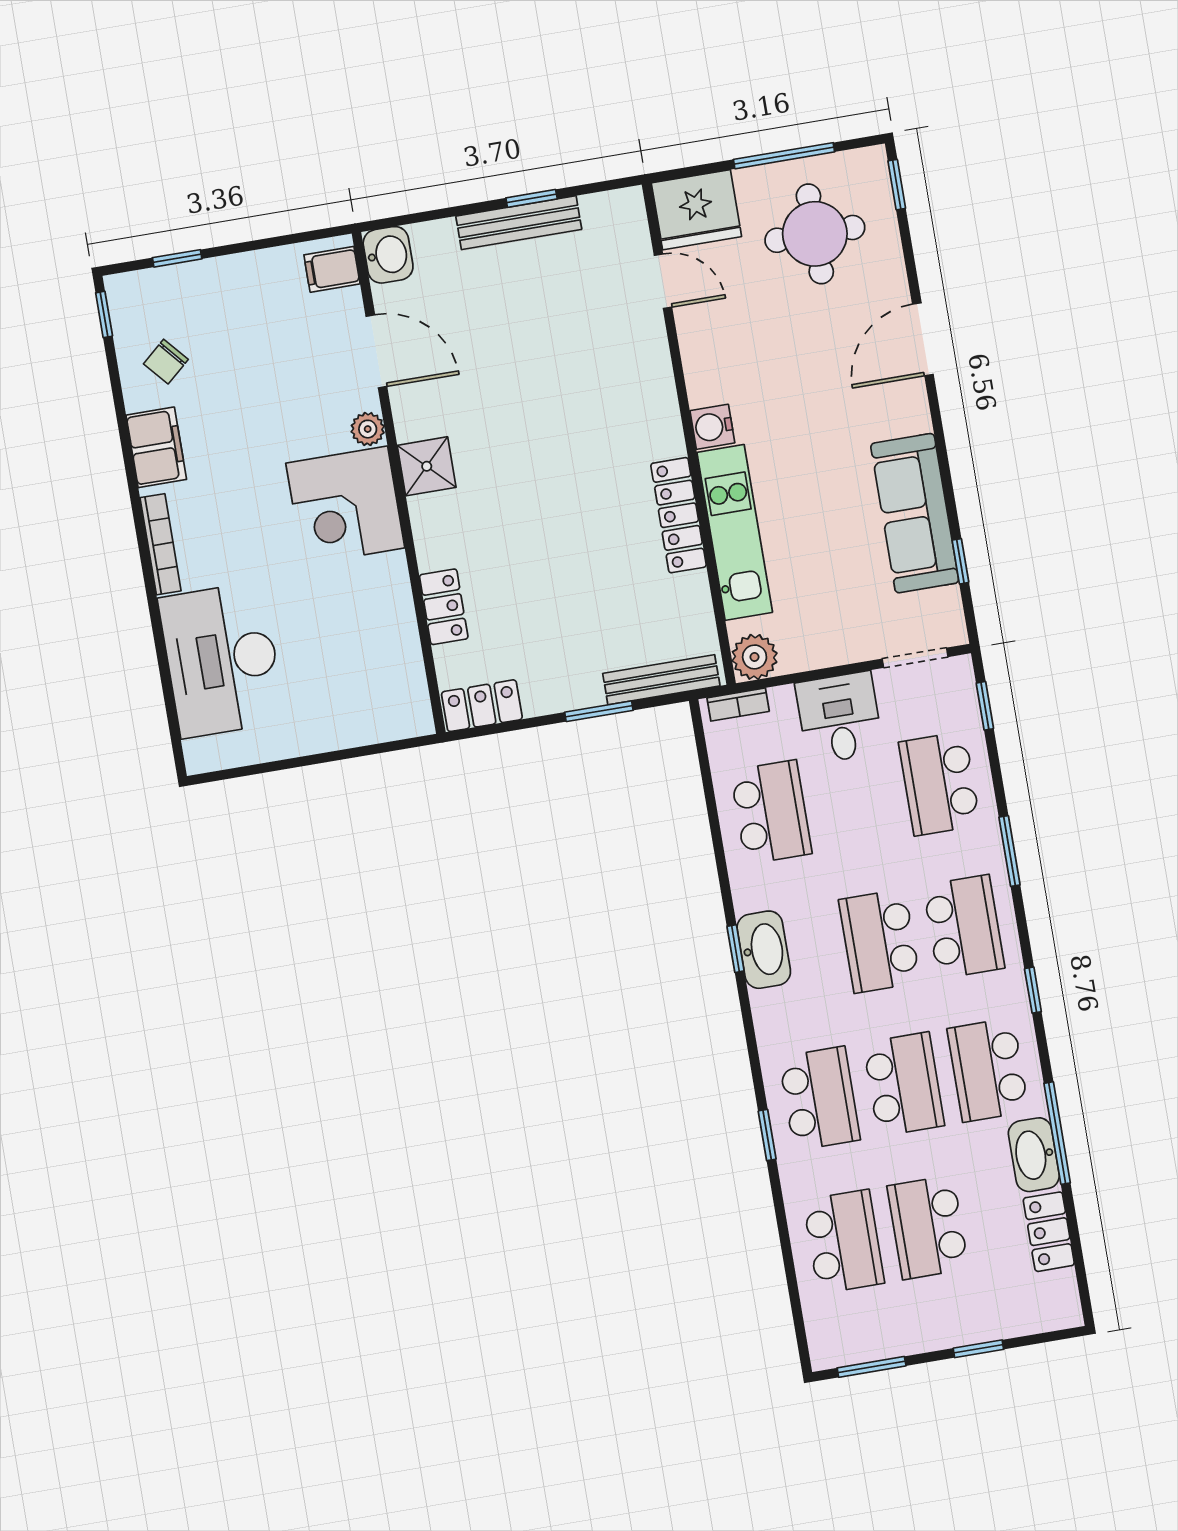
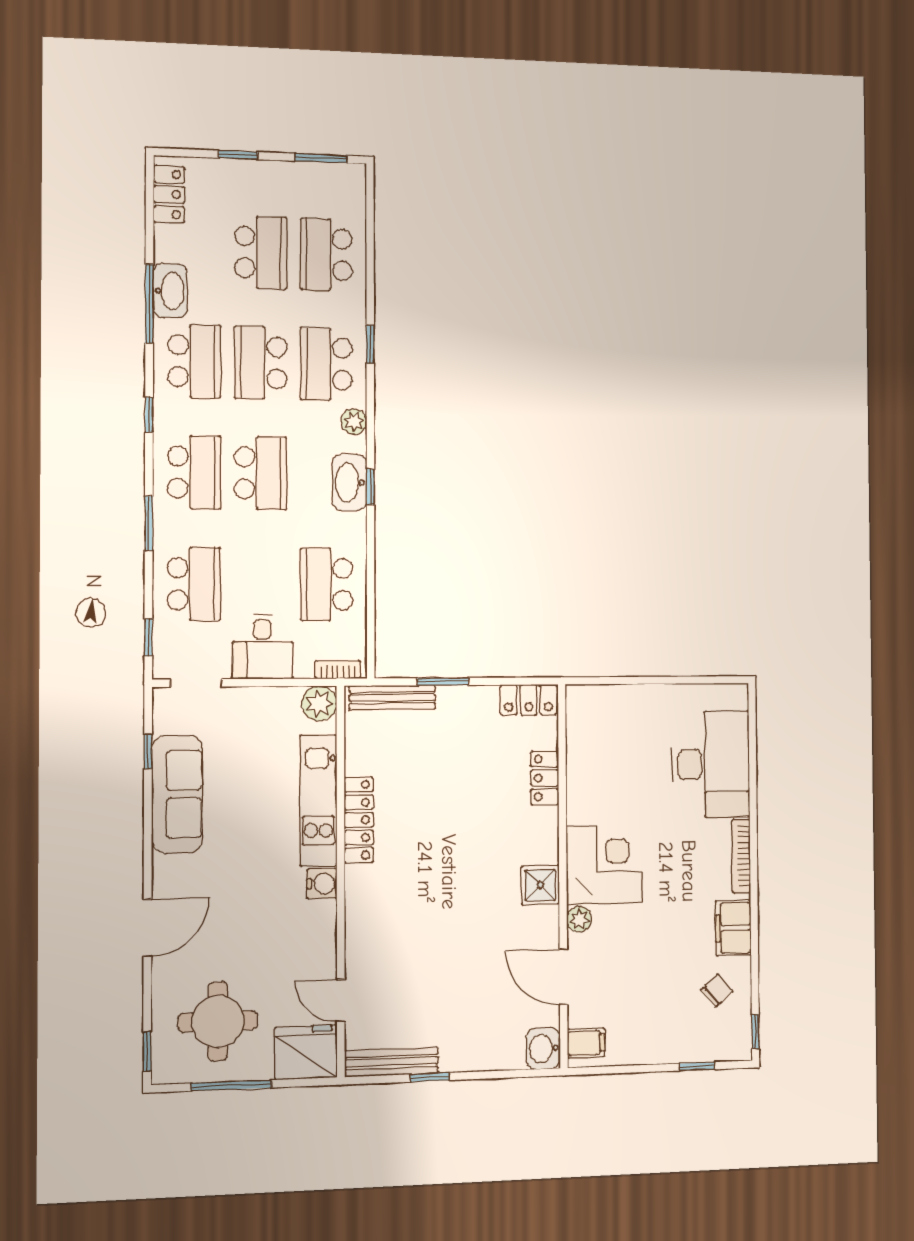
bench: (519, 223) -> (391, 1062), moved
school desk: (964, 927) -> (194, 472), turned 180
plant: (771, 1030) -> (354, 422), added
locker: (1049, 1232) -> (169, 194), moved

